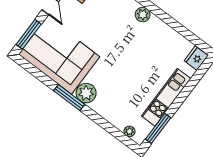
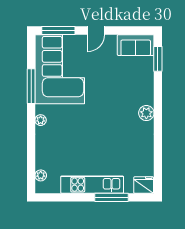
plant: (86, 93) -> (41, 120), width x0.53, depth x0.53
window: (69, 98) -> (31, 86), moved
window: (158, 129) -> (111, 197), moved

